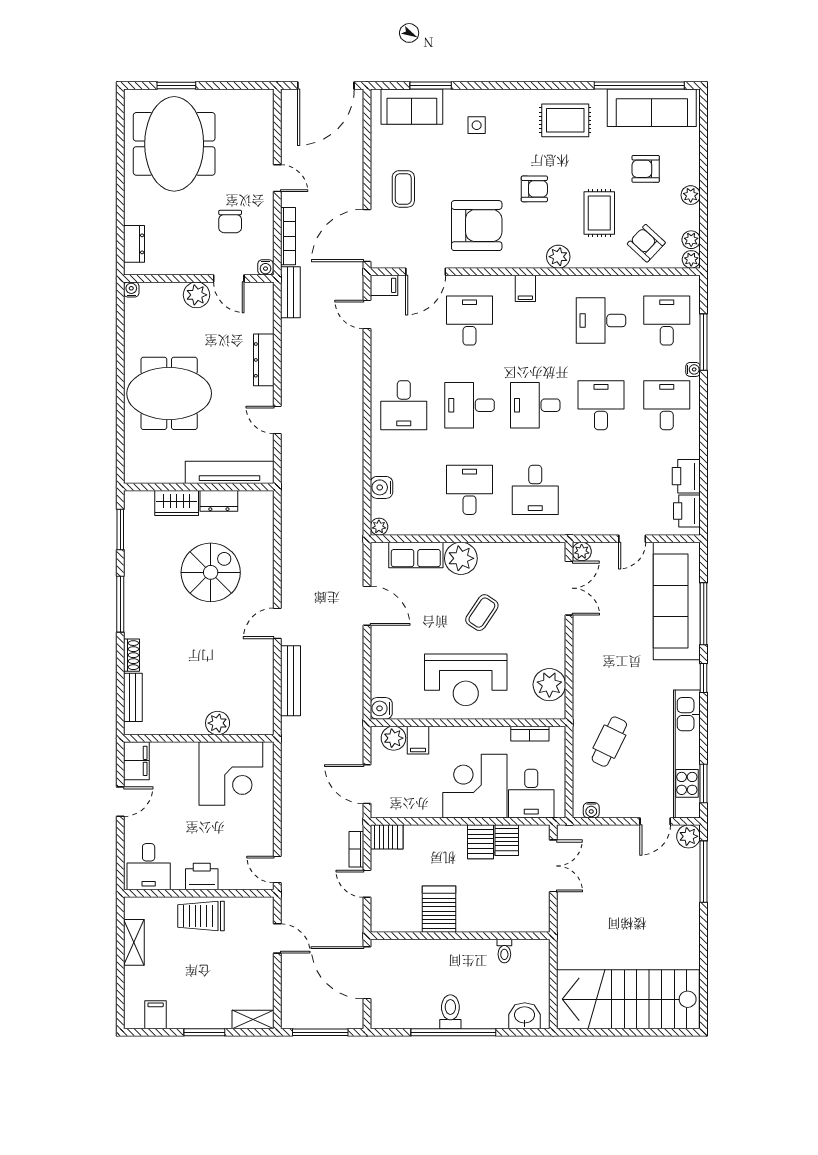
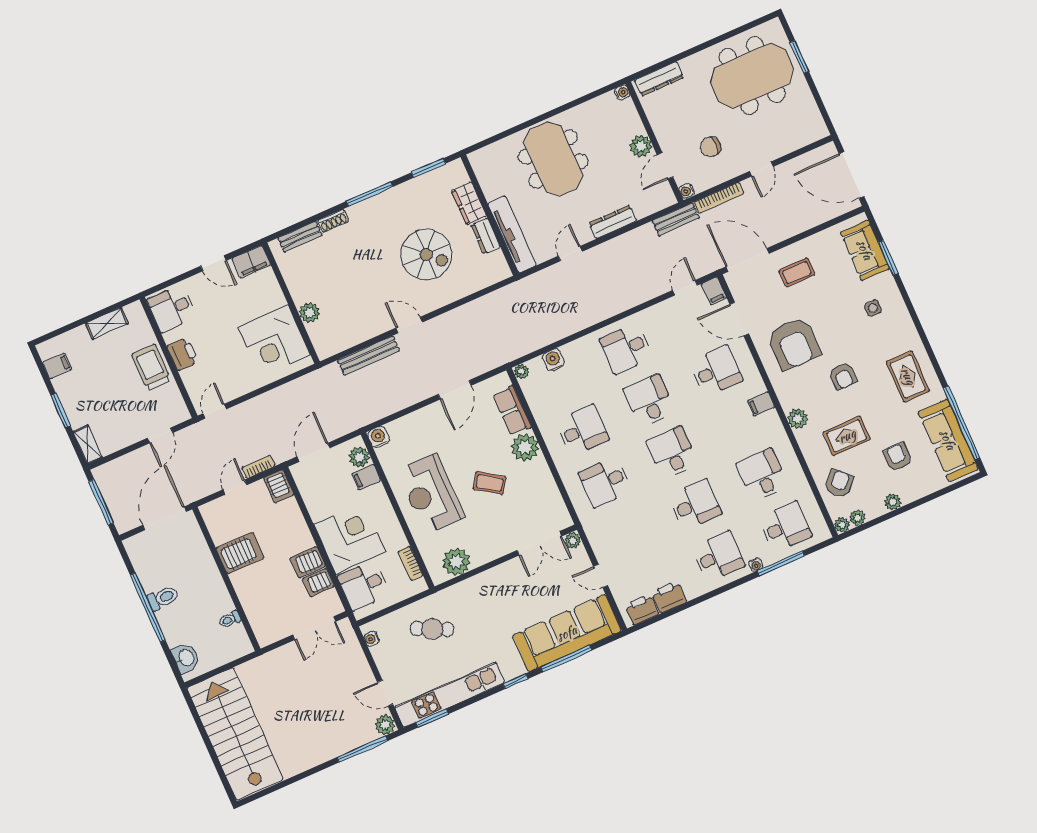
dresser: (134, 244) -> (659, 79), width x1.44

